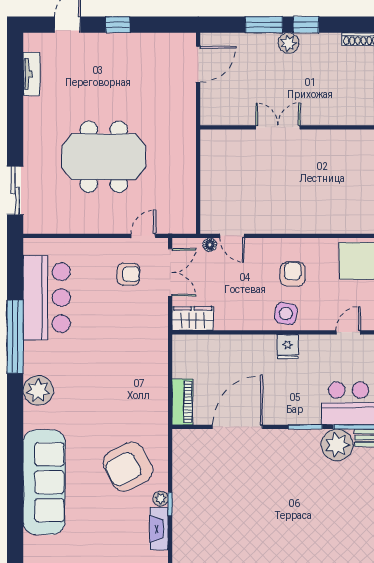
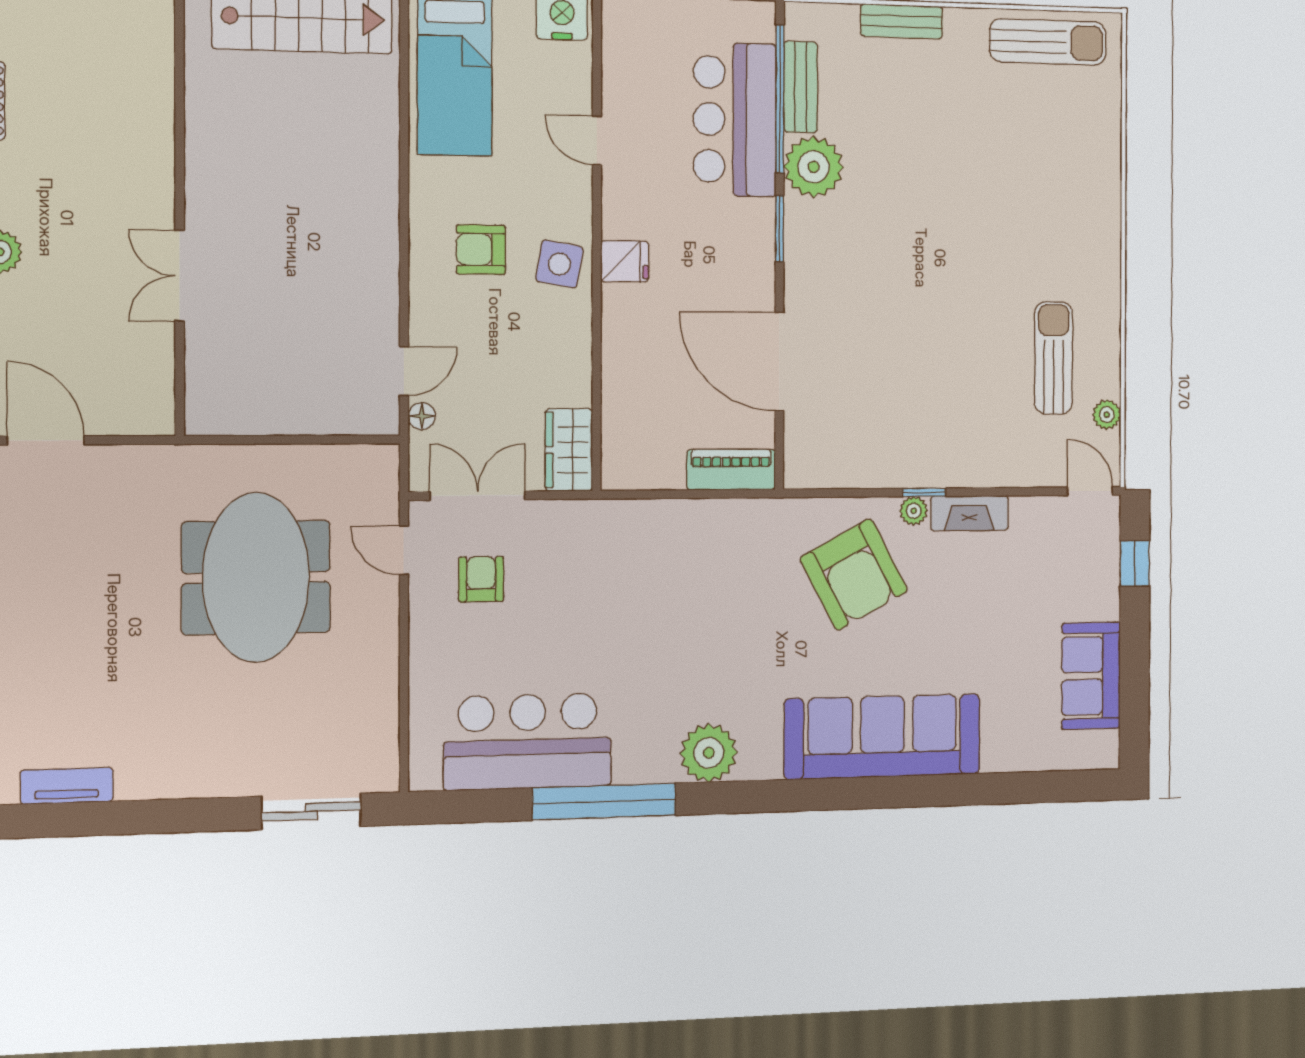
meeting table: (104, 157) -> (256, 577), moved

